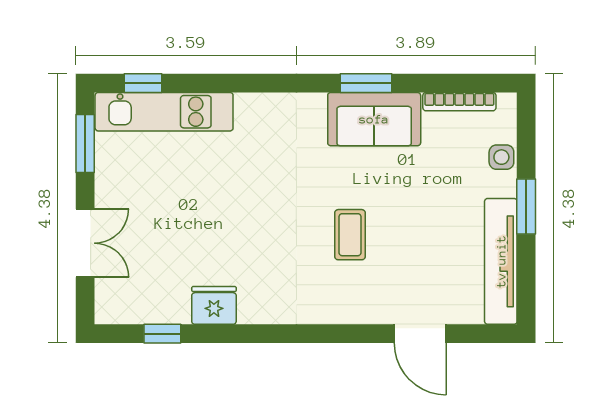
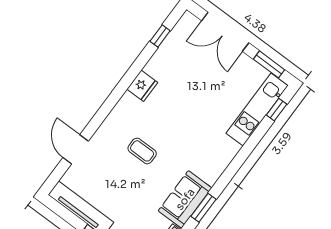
double door: (85, 243) -> (225, 32), width x1.37
fridge: (214, 305) -> (142, 86), moved
door: (420, 334) -> (76, 149), hinge flipped

